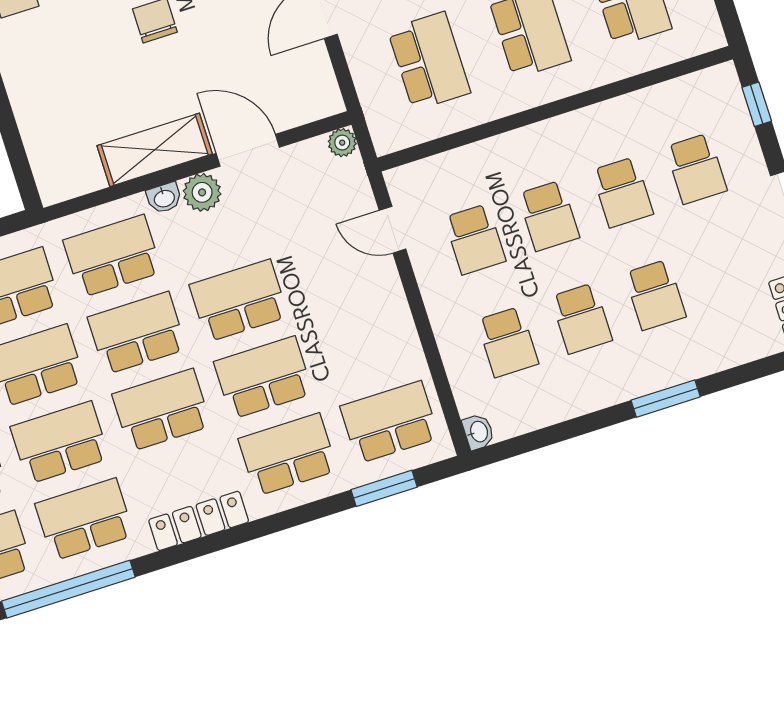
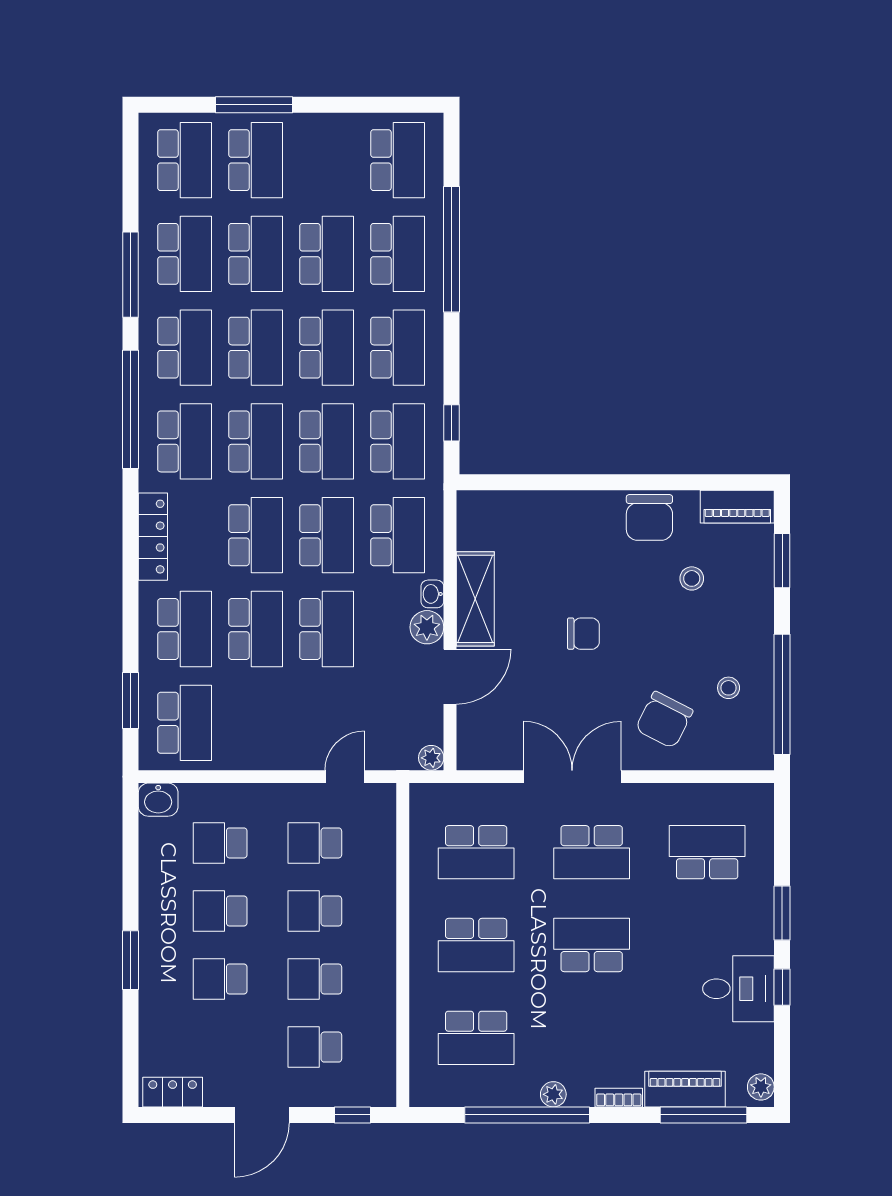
washbasin: (478, 432) -> (158, 800), width x1.38, depth x1.45

